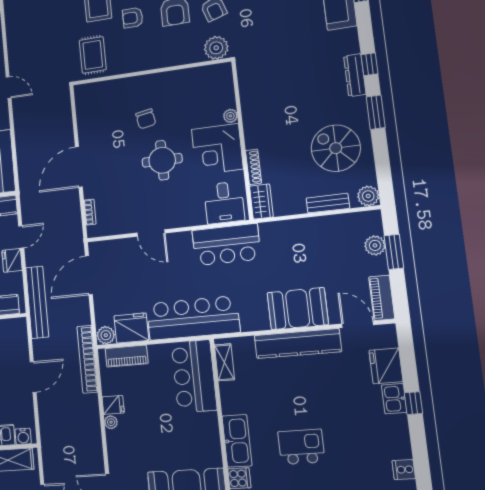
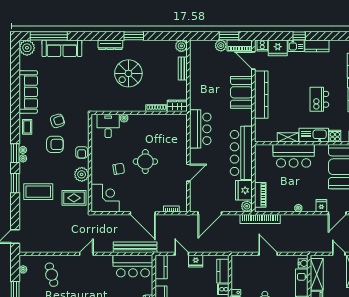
armchair: (133, 18) -> (82, 152), moved
plant: (216, 48) -> (82, 174), moved
window: (369, 64) -> (105, 36), removed
spiral stairs: (336, 148) -> (128, 73), moved
corner desk: (217, 149) -> (105, 198), moved, turned -90
desk: (224, 203) -> (108, 126), moved, turned -90
plant: (375, 245) -> (221, 46), moved
window: (394, 252) -> (229, 36), moved
door: (89, 275) -> (210, 213), hinge flipped
bench: (37, 302) -> (135, 247), moved
door: (358, 324) -> (253, 60), hinge flipped
shelving: (224, 362) -> (288, 137), moved
bar counter: (194, 376) -> (294, 156), moved
fridge: (113, 405) -> (321, 206), moved
kitchen counter: (399, 437) -> (317, 46), added
cooker: (404, 470) -> (262, 46), moved

